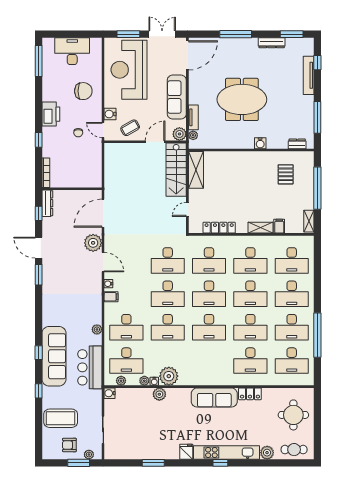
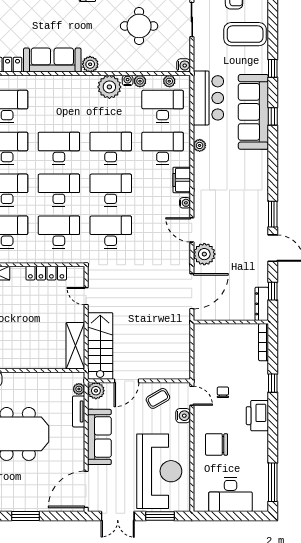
window: (236, 34) -> (25, 516), width x0.69
door: (187, 209) -> (86, 296), swing flipped
filing cabinet: (111, 297) -> (182, 180), width x2.00
plant: (159, 394) -> (90, 64), moved
round table: (145, 425) -> (139, 26), added

